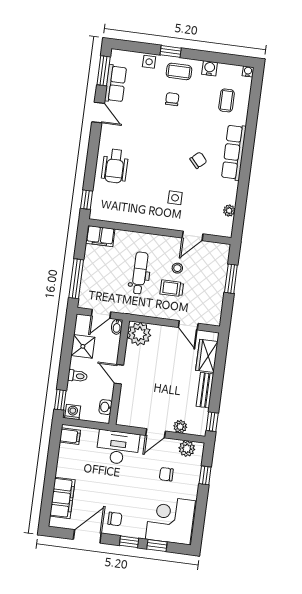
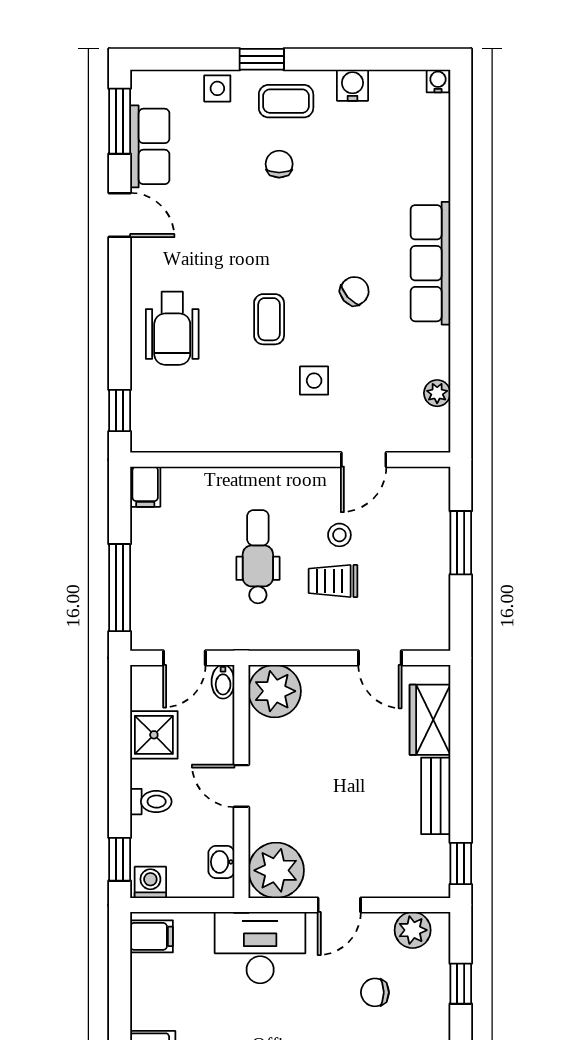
coffee table: (227, 100) -> (269, 319), moved
filing cabinet: (100, 236) -> (145, 487), width x0.50
plant: (180, 427) -> (276, 870), moved, width x1.87, depth x1.87

